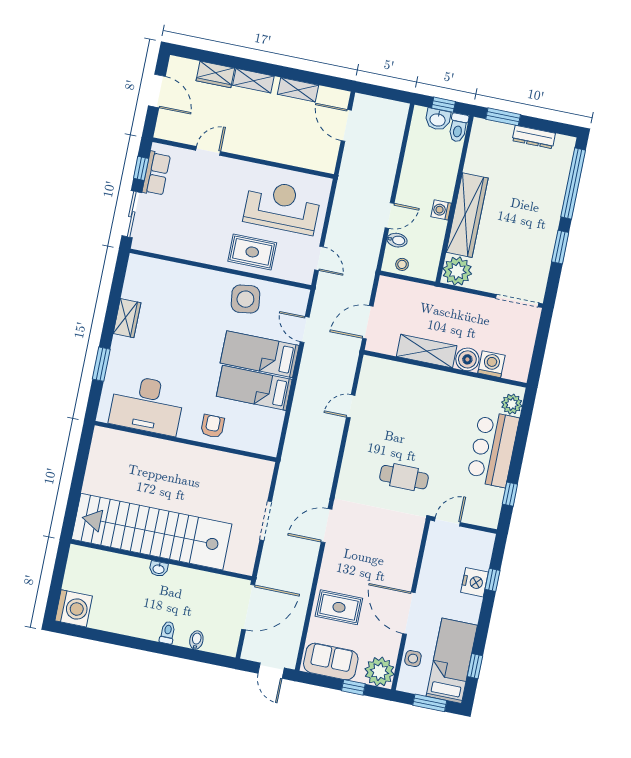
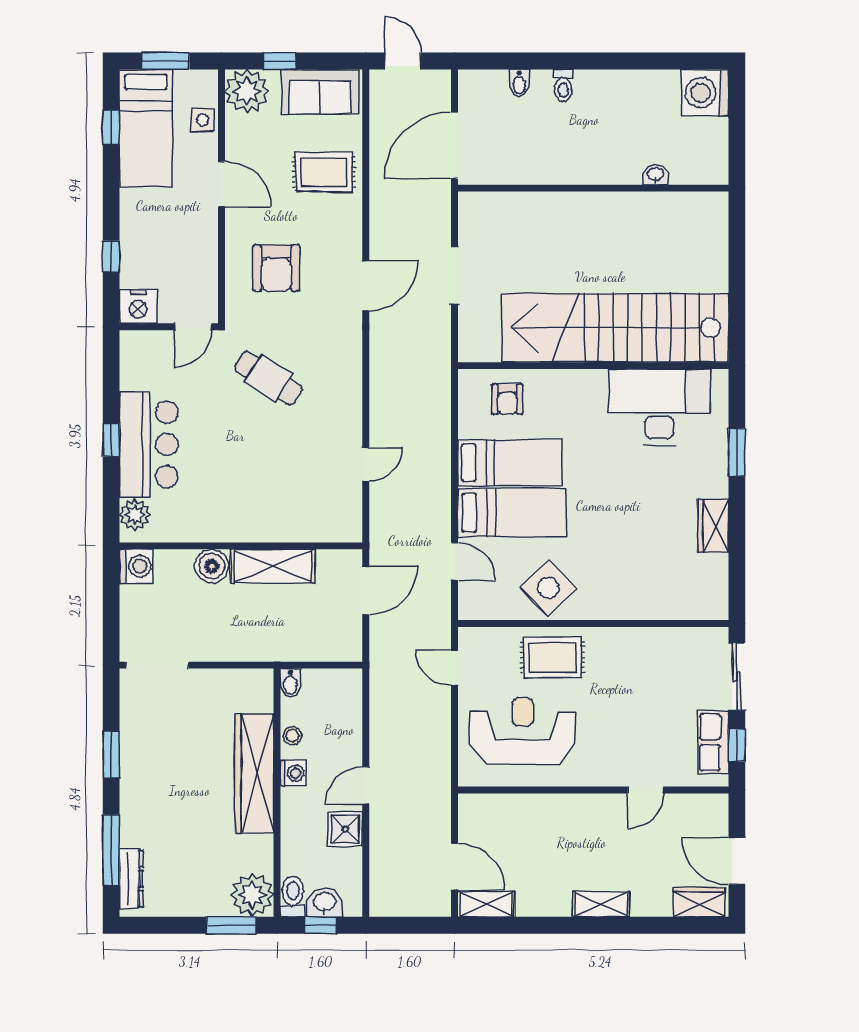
wardrobe: (215, 74) -> (699, 902), moved
shelving: (298, 90) -> (486, 904), moved
dresser: (534, 137) -> (131, 879), moved, turned 90
shower: (414, 166) -> (345, 829), added
window: (573, 183) -> (111, 850), width x0.68
reception desk: (282, 207) -> (523, 731), turned 180
door: (390, 216) -> (366, 785), moved
bidet: (397, 240) -> (290, 683), moved, turned -90
stool: (402, 264) -> (292, 736), moved
plant: (457, 271) -> (252, 895), moved
side table: (245, 299) -> (549, 588), turned -36
washing machine: (491, 364) -> (136, 566), moved, turned -90
armchair: (213, 426) -> (507, 399), moved
cafe table: (404, 477) -> (269, 378), turned 33
window: (510, 494) -> (111, 440), moved
stairs: (152, 532) -> (615, 328), moved, turned 180
armchair: (384, 550) -> (276, 268), added
washbasin: (159, 569) -> (655, 175), moved
nightstand: (475, 582) -> (138, 307), moved, turned -90
door: (409, 613) -> (222, 184), width x0.73

